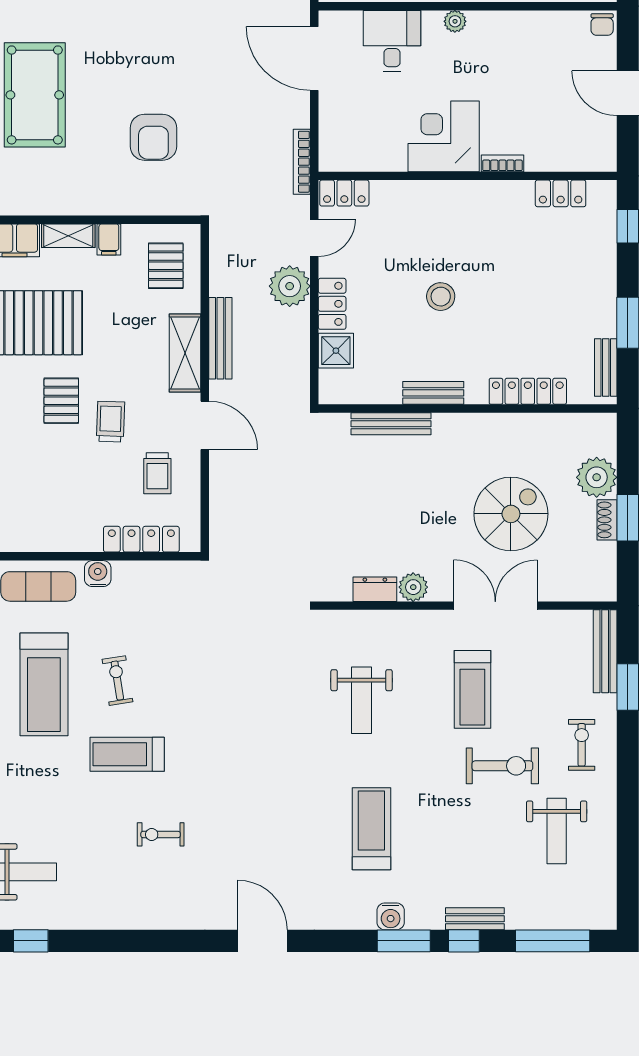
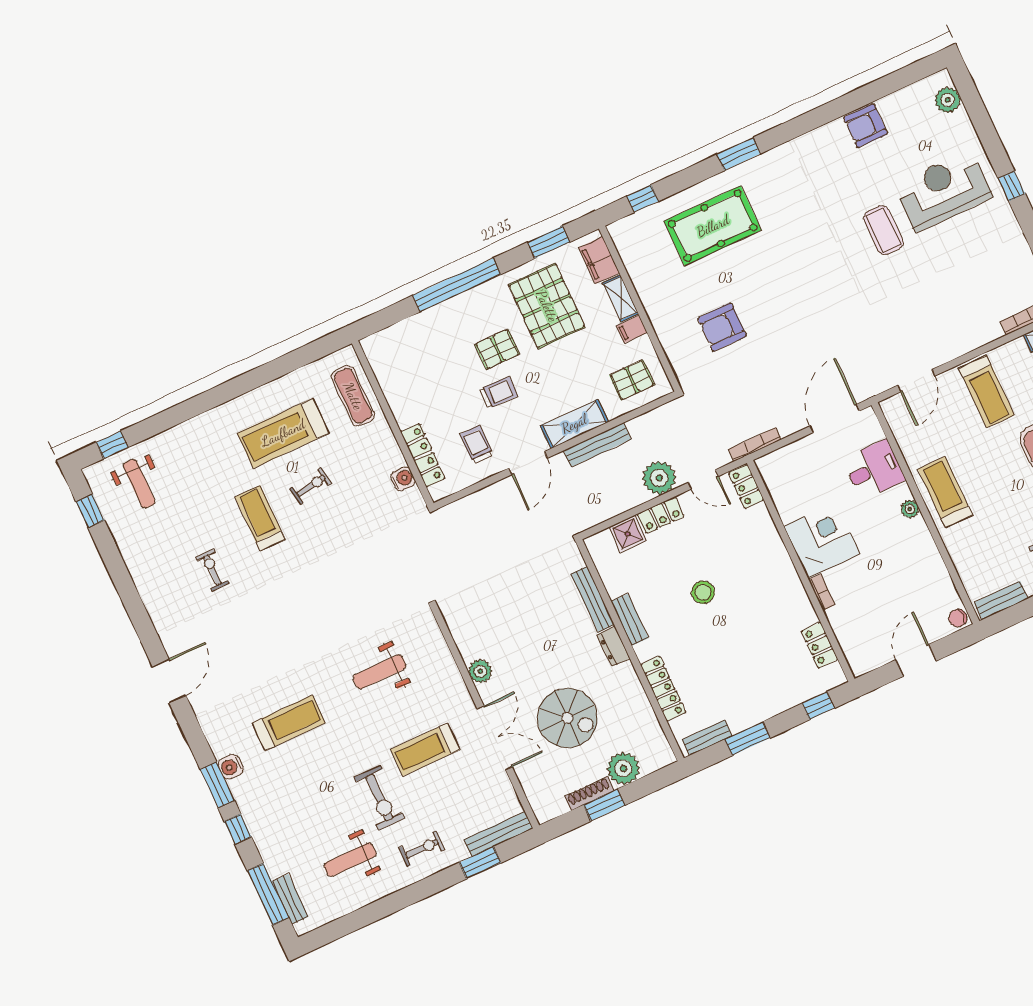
trolley: (157, 473) -> (477, 445), turned 90
shoe rack: (607, 520) -> (589, 793), width x1.43
water cooler: (98, 574) -> (403, 479), moved
dresser: (375, 589) -> (614, 647), moved, turned 180
bench: (475, 919) -> (290, 899), moved

